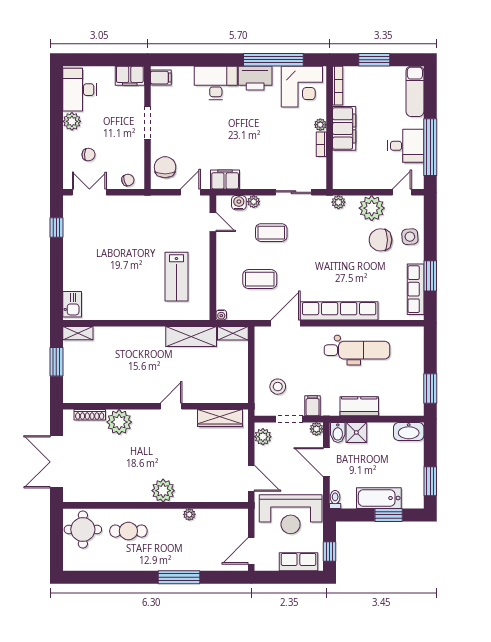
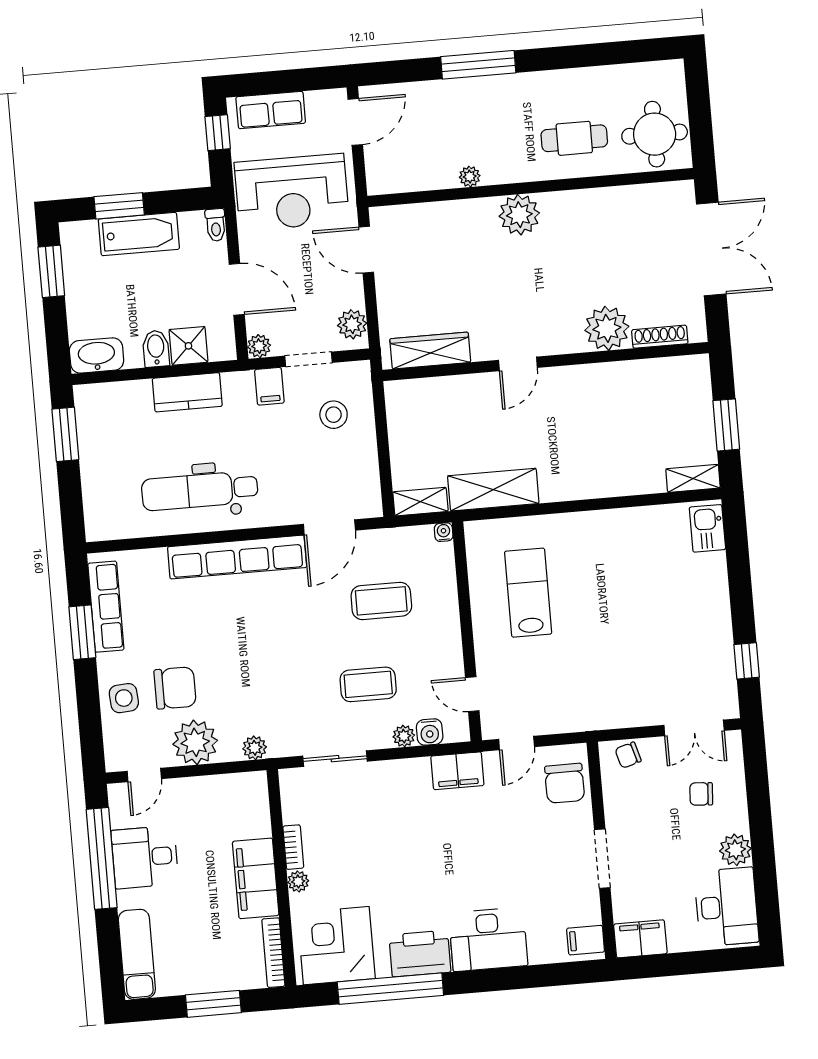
bidet: (338, 432) -> (156, 349), moved
reception desk: (291, 514) -> (292, 192), turned 180

